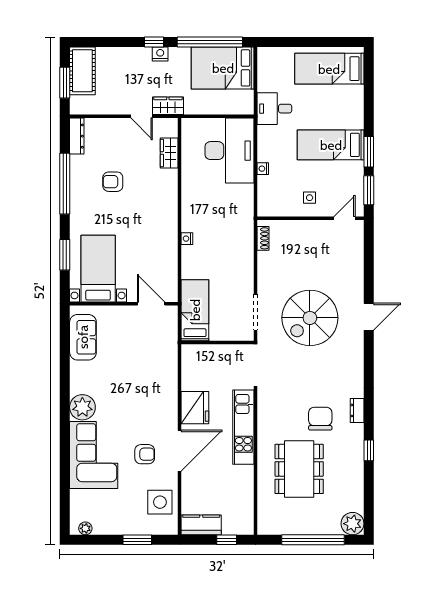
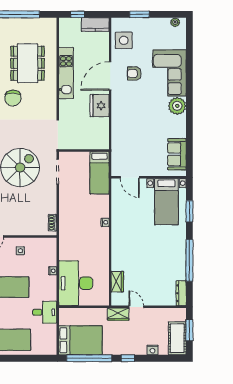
nightstand: (160, 54) -> (153, 350), moved
armchair: (113, 182) -> (156, 262), removed
kitchen unit: (243, 427) -> (66, 73), moved

